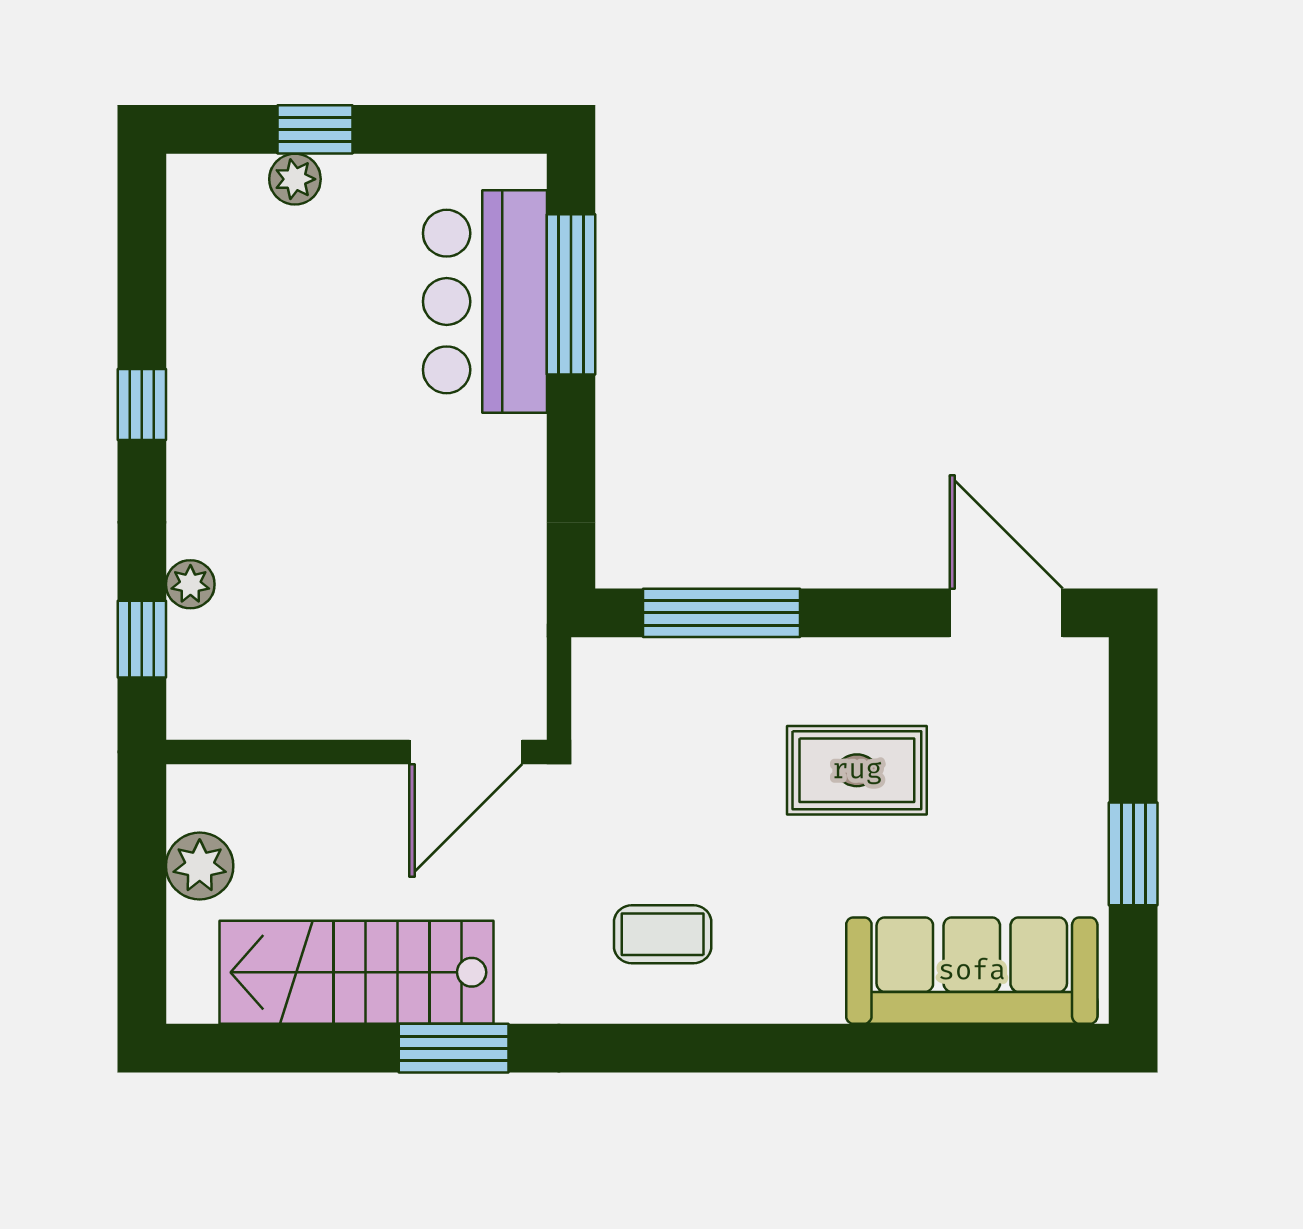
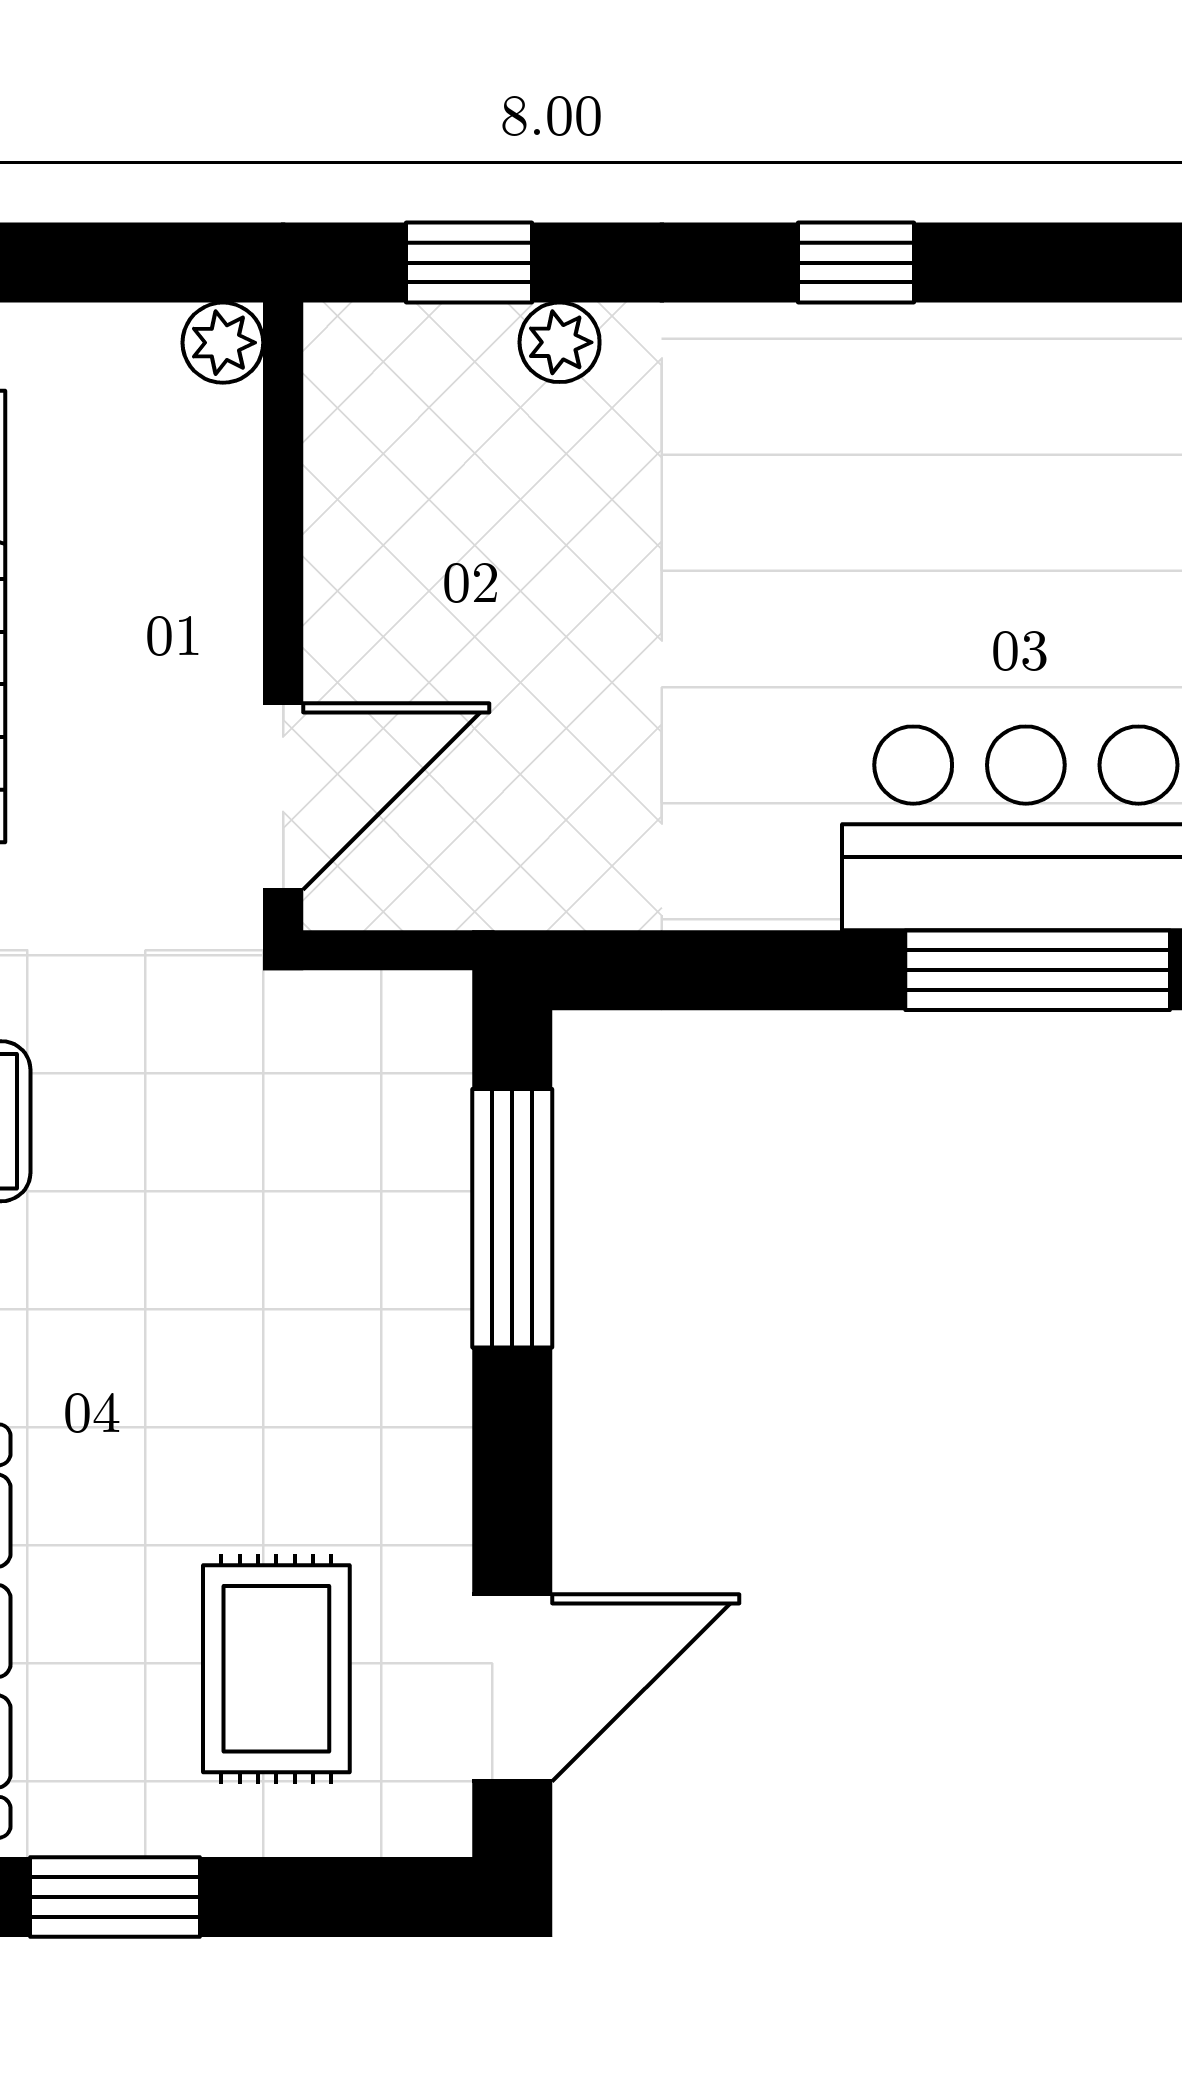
door: (466, 752) -> (283, 797), swing flipped
rug: (857, 770) -> (276, 1669), moved
plant: (200, 866) -> (223, 343), moved, width x0.73, depth x0.73

